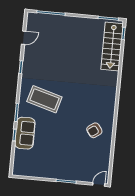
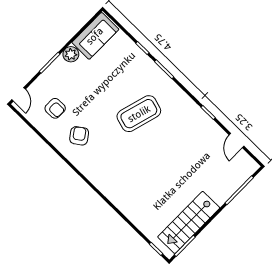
stairs: (112, 47) -> (189, 222), moved, turned -90
coffee table: (44, 99) -> (139, 114), moved
sofa: (25, 133) -> (95, 36), moved, turned -90
armchair: (90, 157) -> (55, 108), added
plant: (51, 173) -> (71, 54), added

